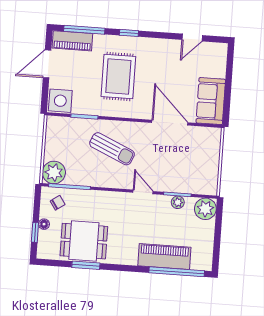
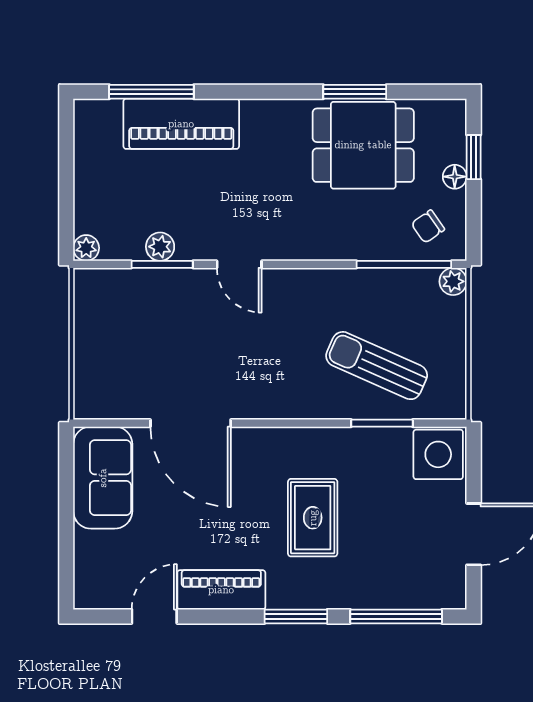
window: (129, 33) -> (296, 616), width x1.50
piano: (72, 41) -> (221, 590), moved
rug: (118, 77) -> (313, 518), width x0.73, depth x0.70
sun lounger: (112, 149) -> (377, 366), moved
plant: (54, 172) -> (453, 281), width x0.53, depth x0.53
plant: (205, 209) -> (86, 248), width x0.53, depth x0.53
window: (177, 272) -> (151, 92), width x0.68

